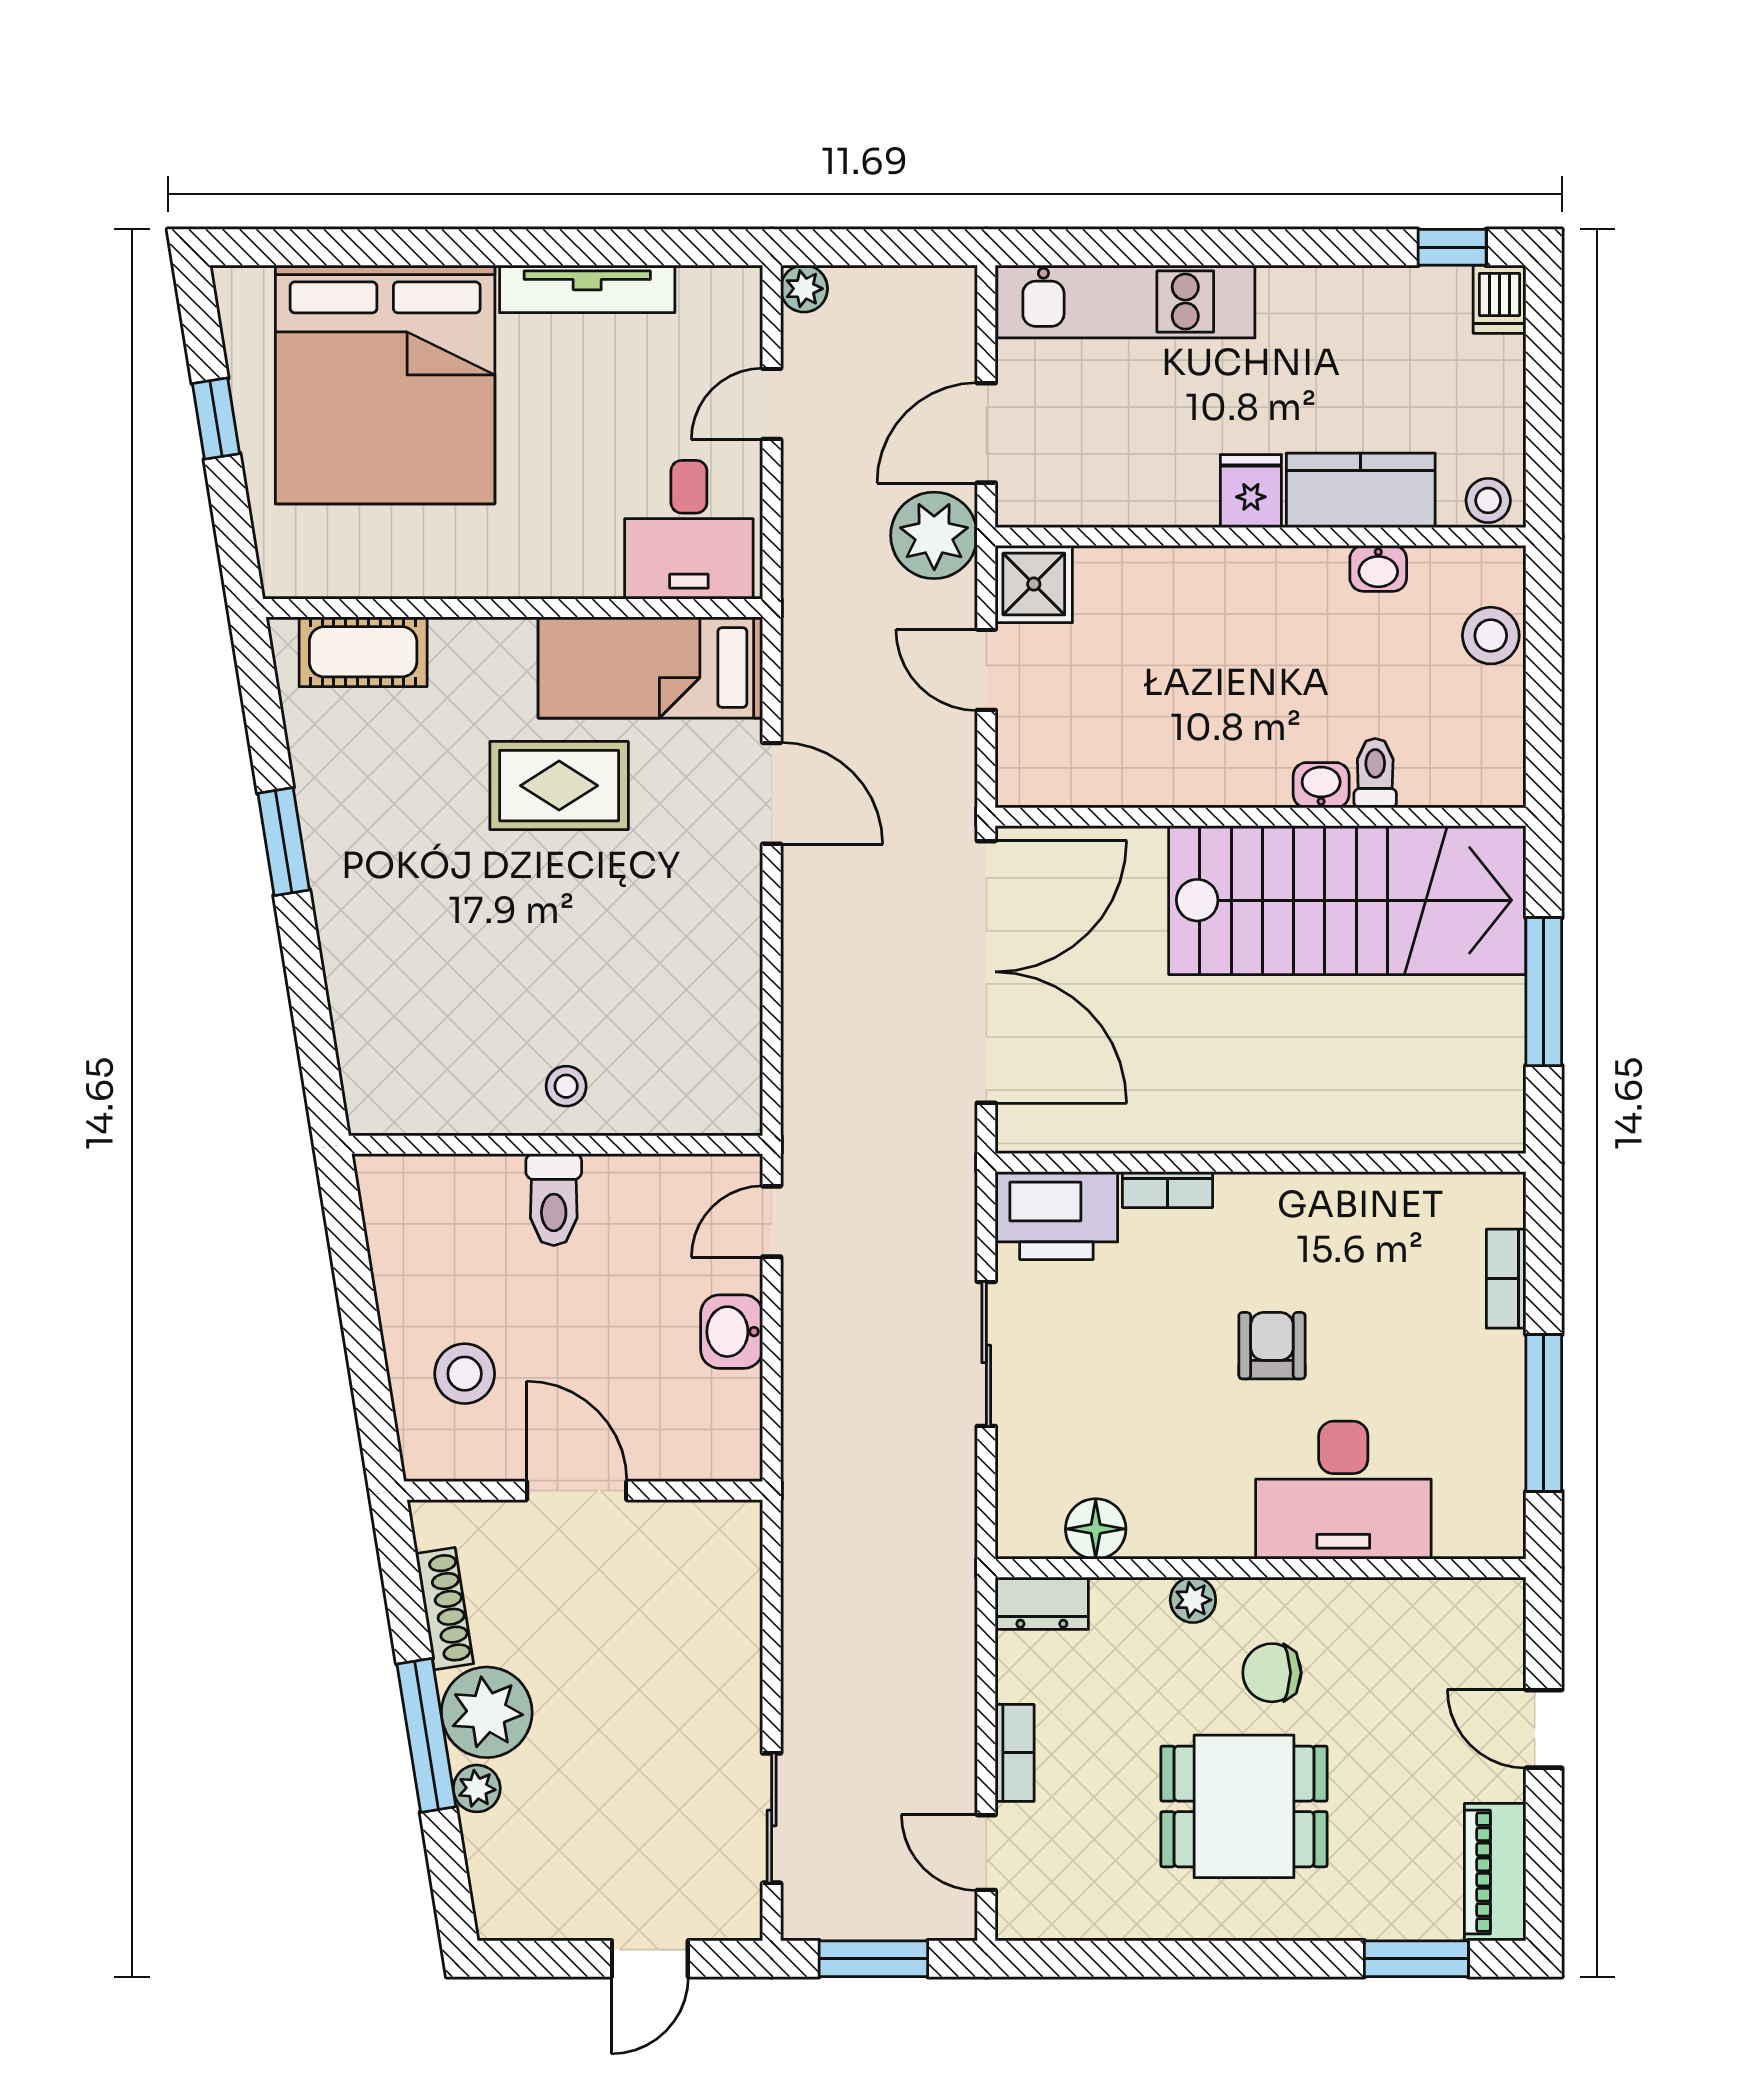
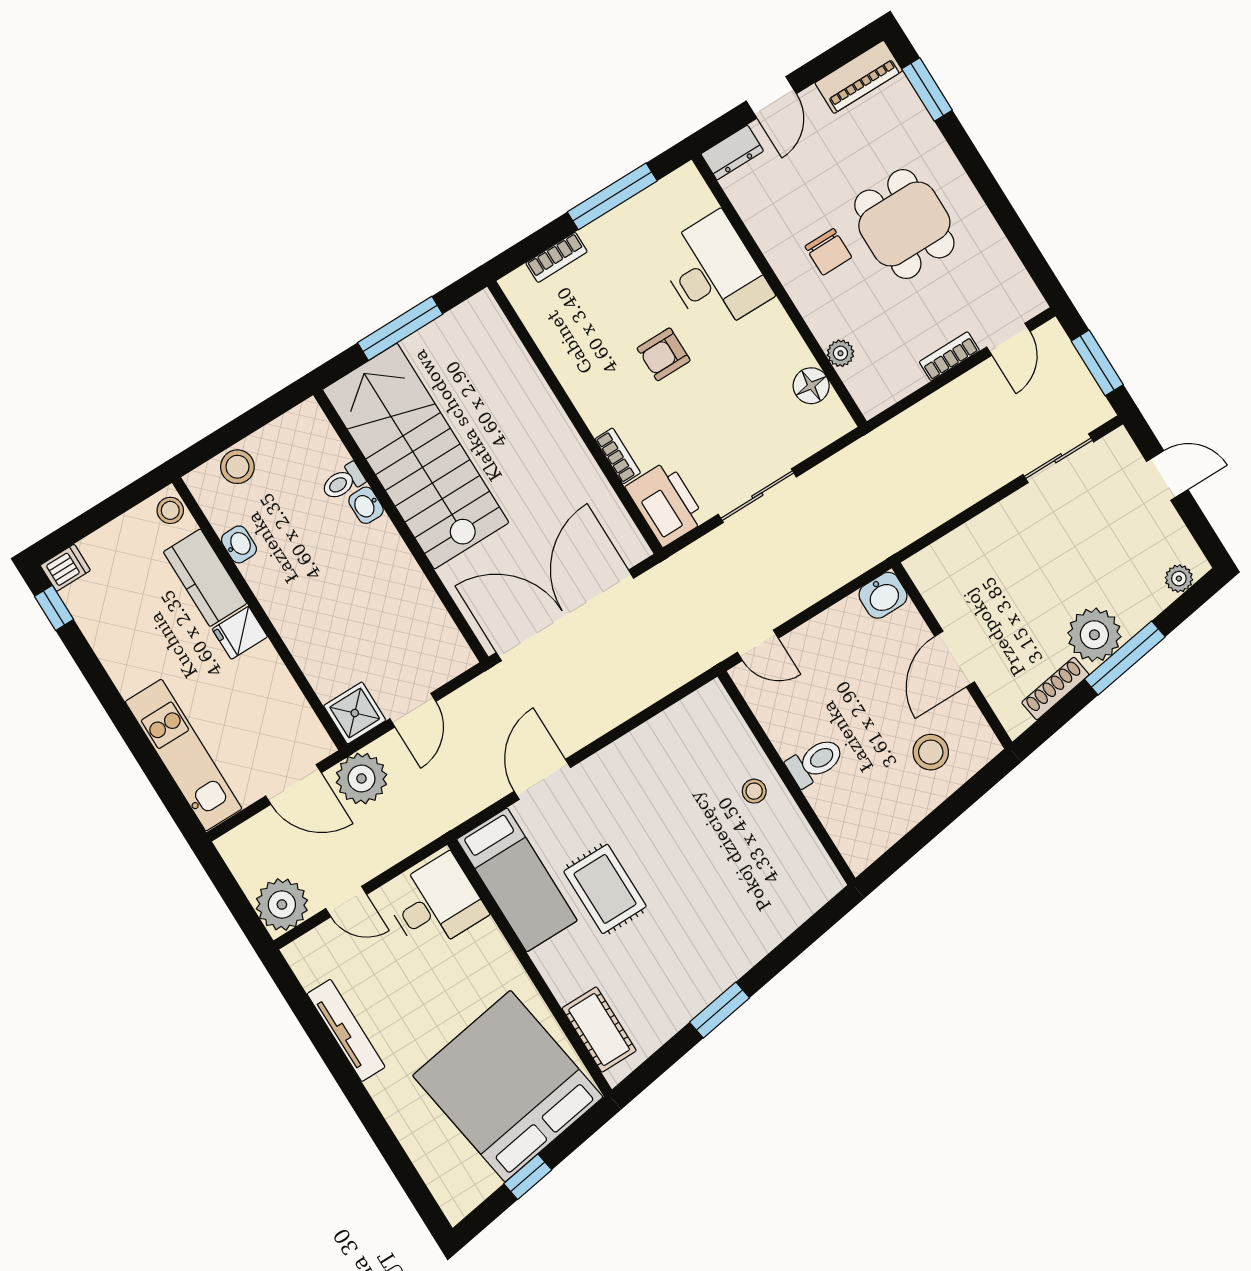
plant: (804, 289) -> (282, 904), width x1.88, depth x1.88
bed: (385, 384) -> (508, 1086), moved, turned -99
washbasin: (732, 1332) -> (883, 595), moved
plant: (1193, 1600) -> (840, 353), moved
dresser: (1042, 1603) -> (732, 153), moved, turned 90
plant: (477, 1788) -> (1179, 579), moved

